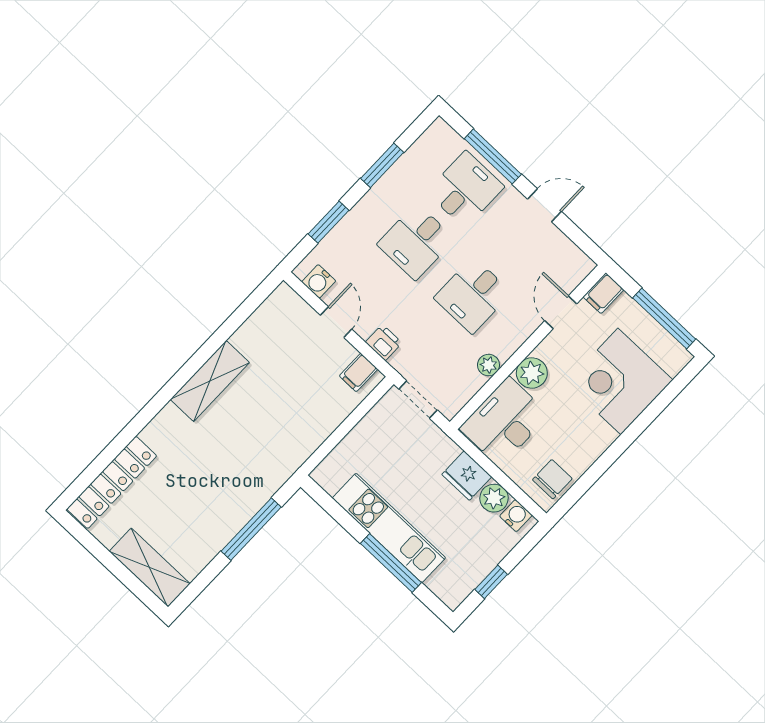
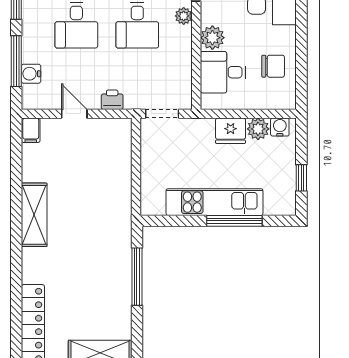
window: (328, 222) -> (16, 61), width x1.44
water cooler: (319, 281) -> (31, 74), moved, turned 90
plant: (489, 365) -> (184, 16), moved
filing cabinet: (359, 372) -> (31, 130), moved
desk: (504, 422) -> (223, 72), width x0.73
chair: (552, 479) -> (273, 66), moved, turned 90

